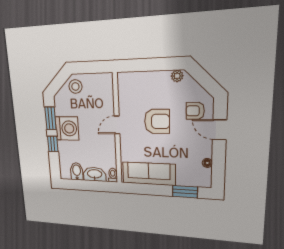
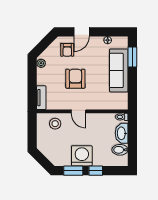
tv unit: (132, 78) -> (41, 98), added
stool: (75, 86) -> (55, 124), moved
sofa: (149, 174) -> (119, 70), moved

